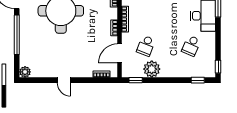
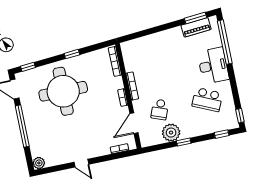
school desk: (191, 46) -> (207, 100), width x1.85
window: (136, 80) -> (184, 142), moved

